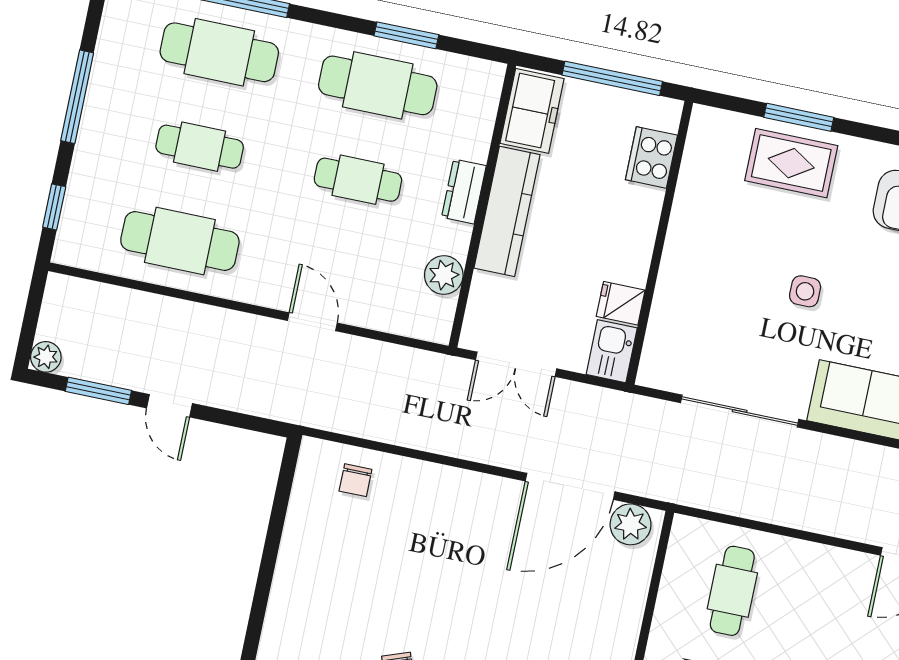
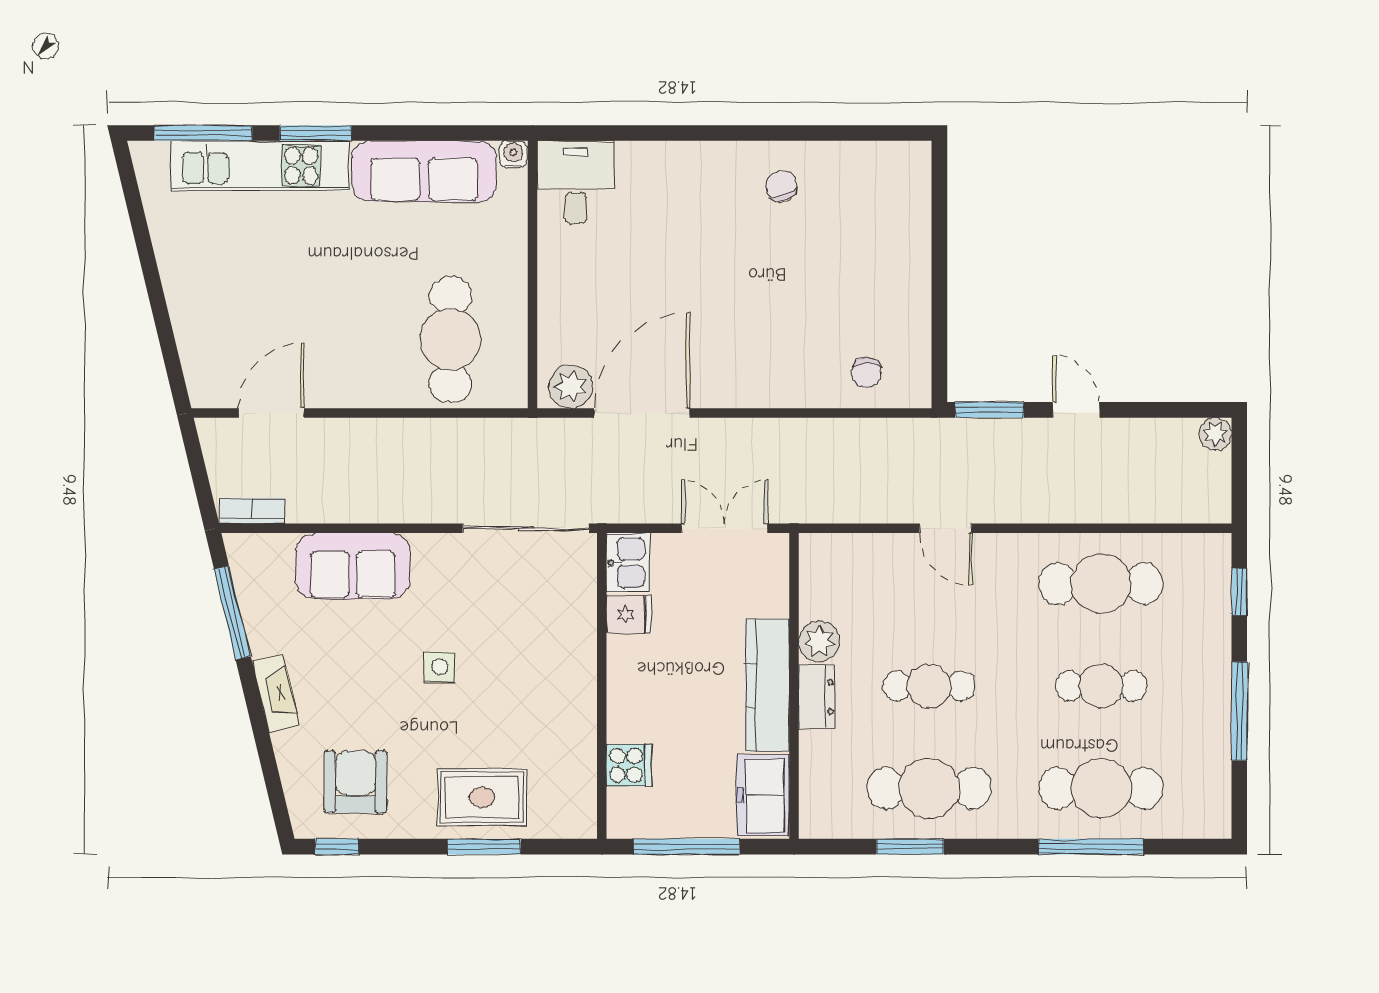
cooker: (651, 157) -> (629, 765), width x0.73
plant: (444, 275) -> (819, 641), moved
window: (98, 391) -> (990, 410), moved
sliding door: (740, 411) -> (526, 528), moved
chair: (355, 480) -> (866, 373), turned 180
cafe table: (732, 591) -> (450, 340), width x1.37, depth x1.35

